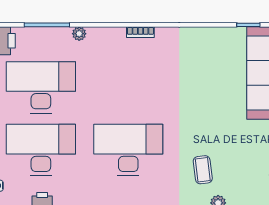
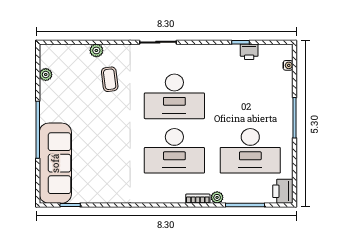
bookcase: (140, 32) -> (198, 199), moved
desk: (41, 150) -> (174, 151), moved

